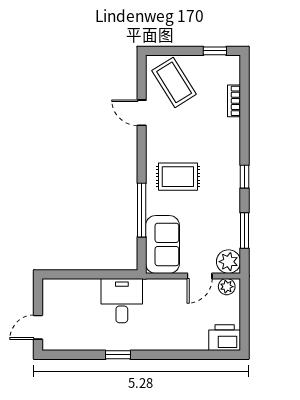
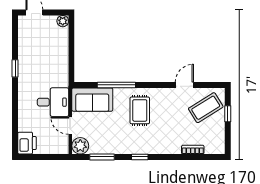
window: (215, 51) -> (228, 114), moved
plant: (227, 287) -> (63, 21), moved
desk: (122, 301) -> (53, 102), moved

